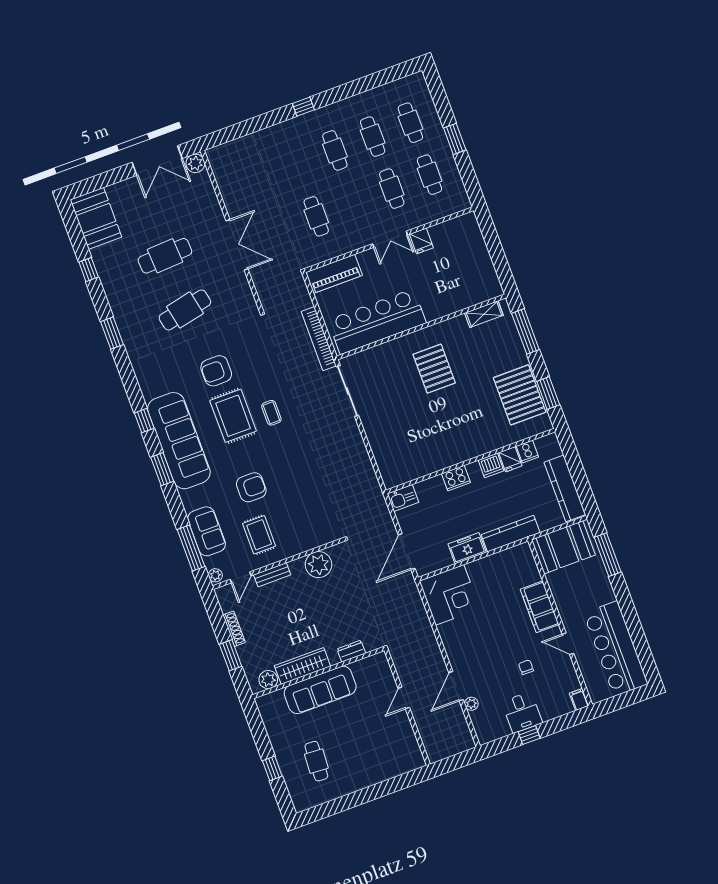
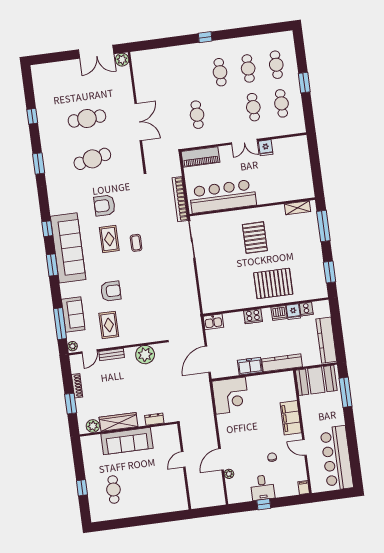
booth: (96, 218) -> (45, 82), removed
pallet: (520, 395) -> (273, 283), moved, turned 90
rug: (233, 416) -> (109, 239), width x0.73, depth x0.70

